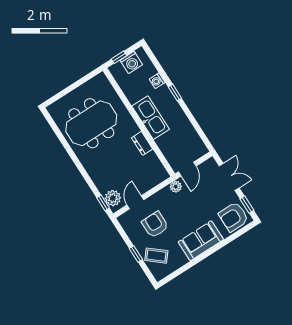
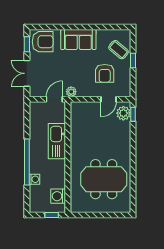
washing machine: (131, 62) -> (58, 196), moved, turned -90
window: (175, 93) -> (27, 162), width x3.17
kitchen sink: (151, 118) -> (57, 141), moved
dresser: (142, 143) -> (76, 140), removed

